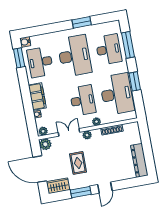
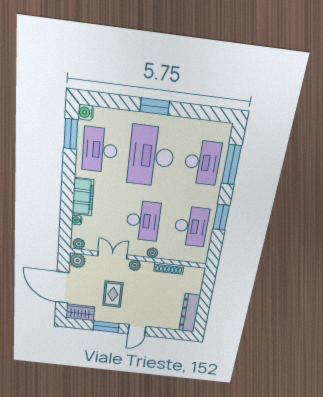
window: (82, 22) -> (155, 106), moved
desk: (74, 56) -> (151, 156), turned 180
desk: (117, 94) -> (191, 226), width x0.73, depth x0.77

